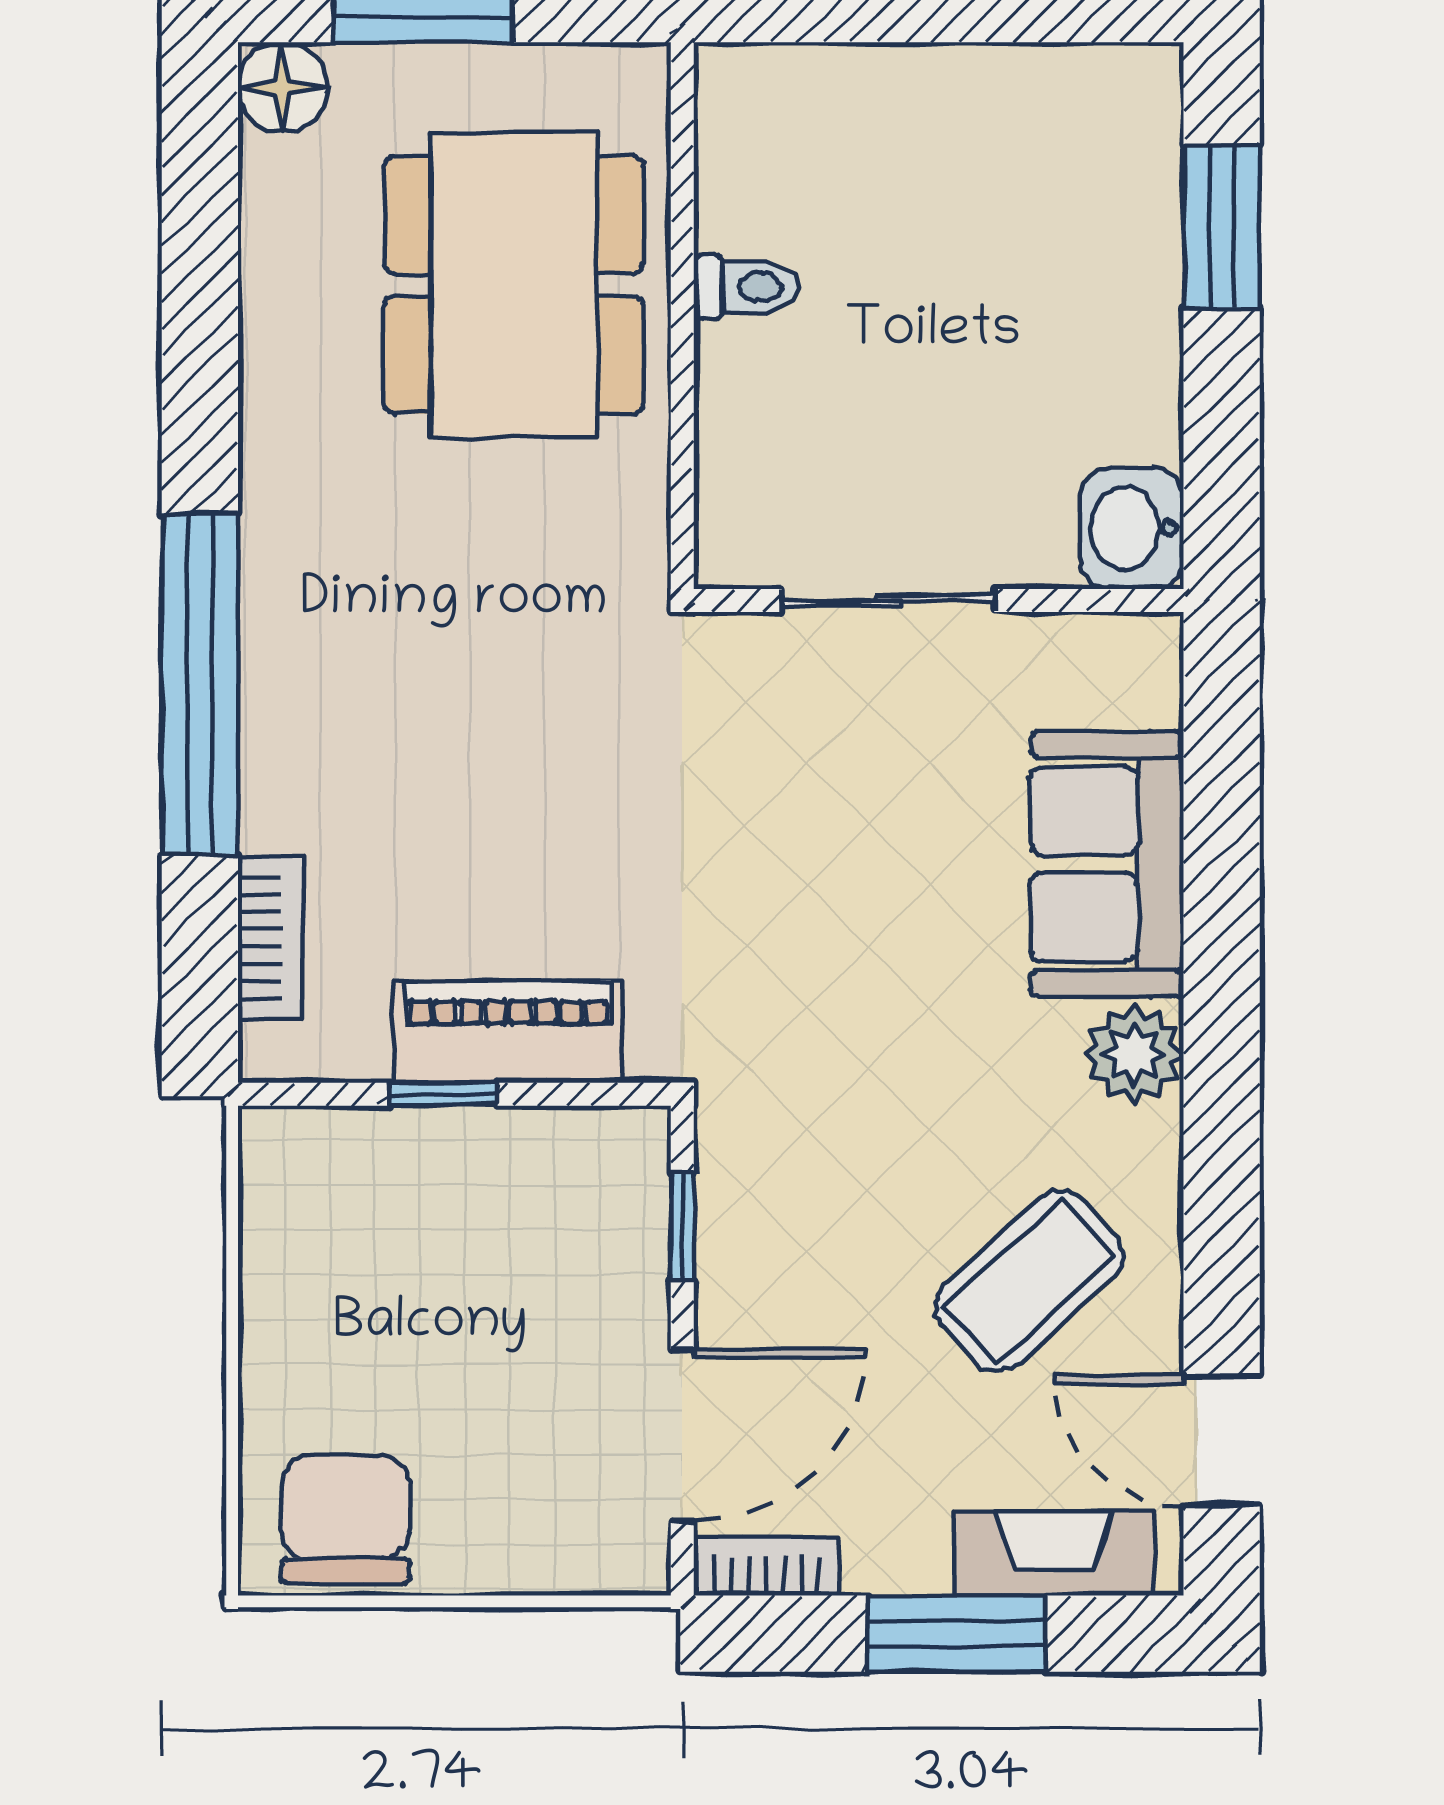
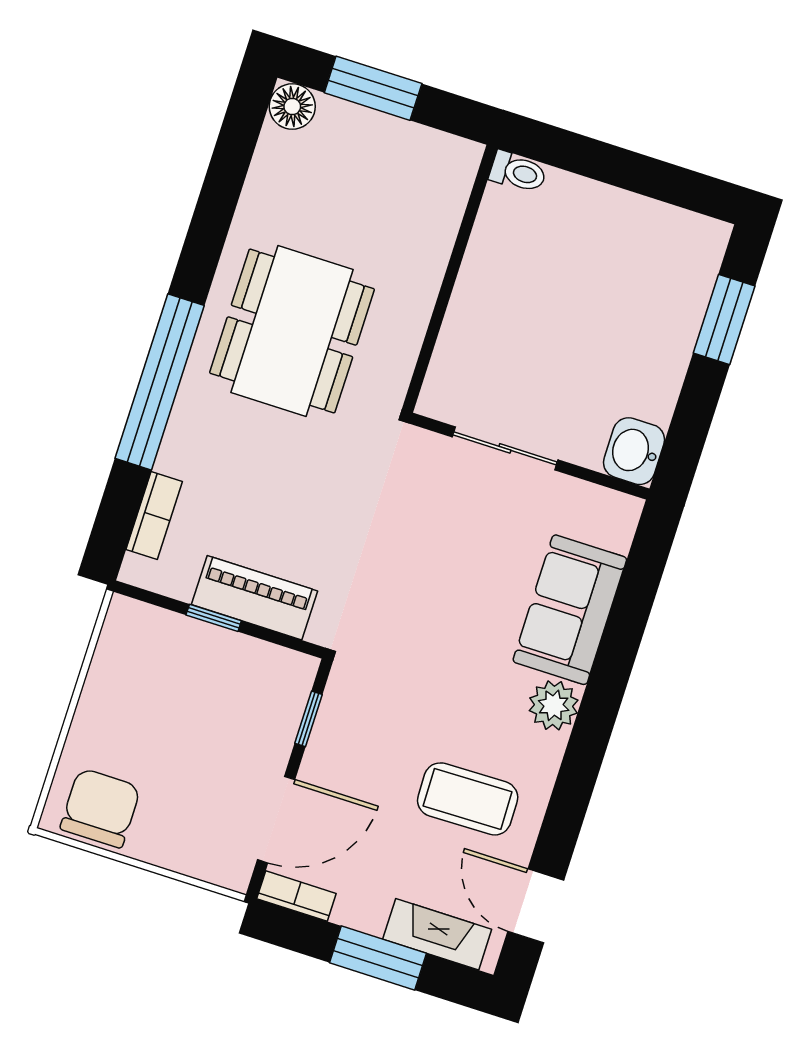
dining table: (514, 285) -> (292, 331), moved
toilet: (746, 287) -> (518, 172), moved
coffee table: (1029, 1281) -> (468, 799), turned 41

